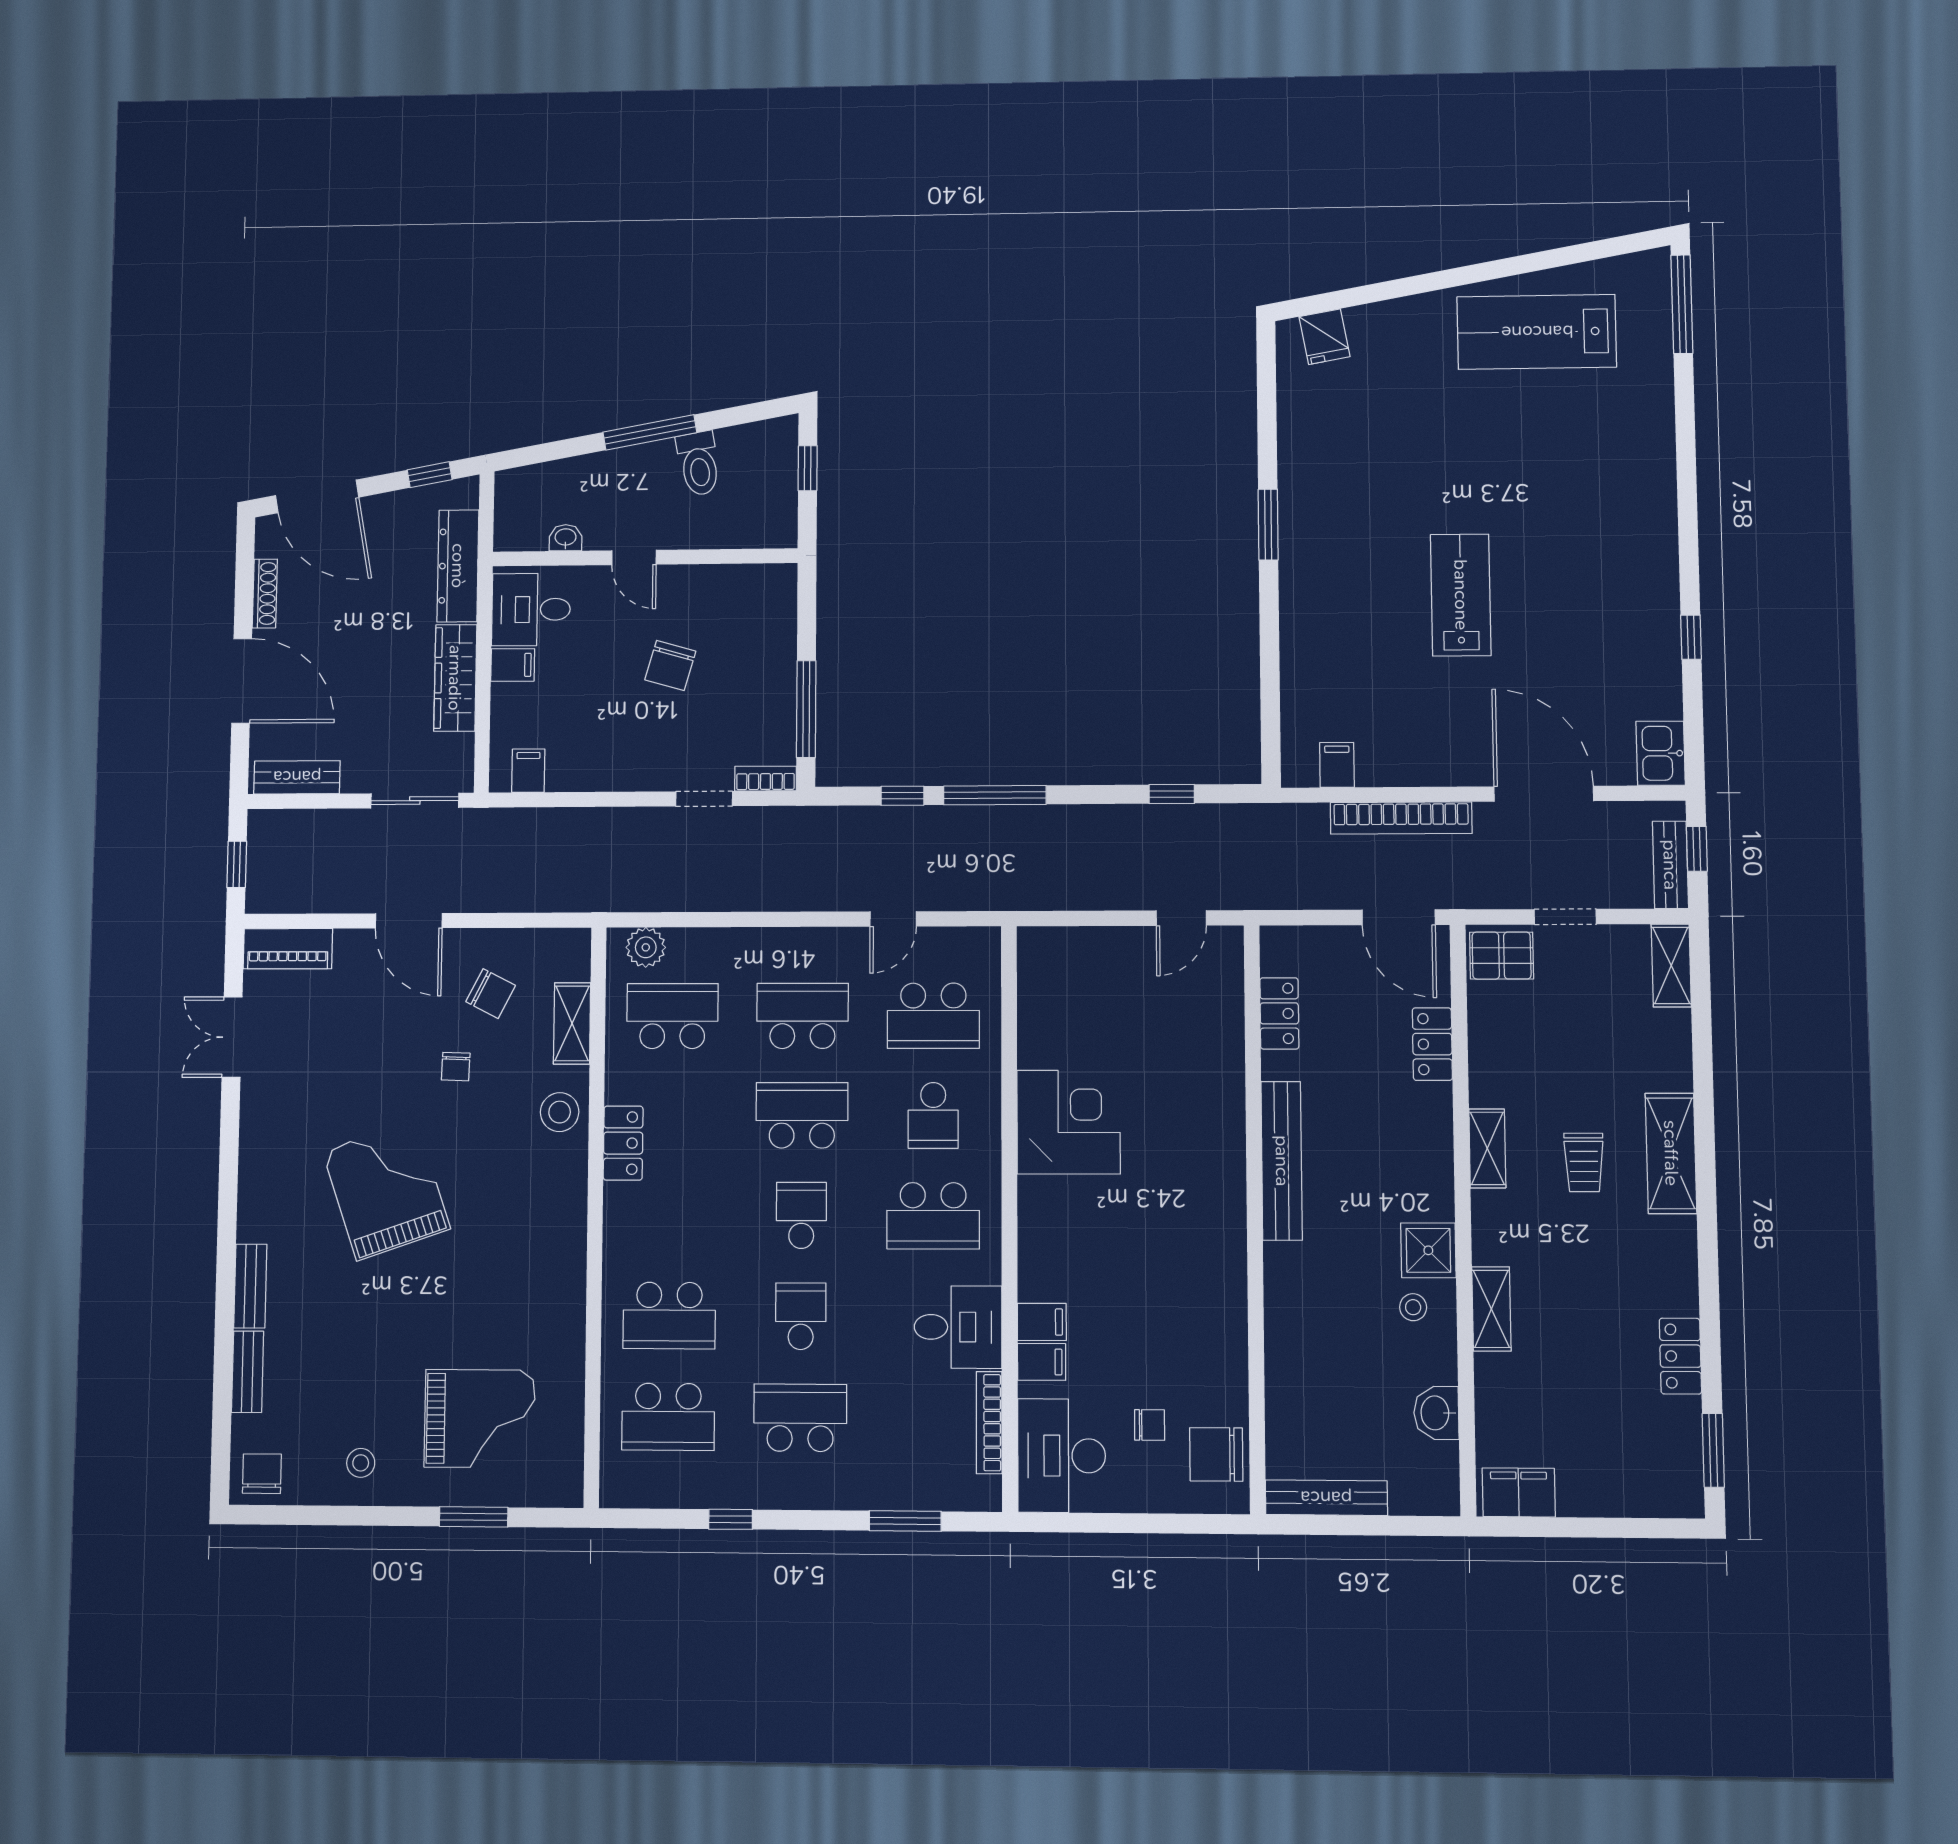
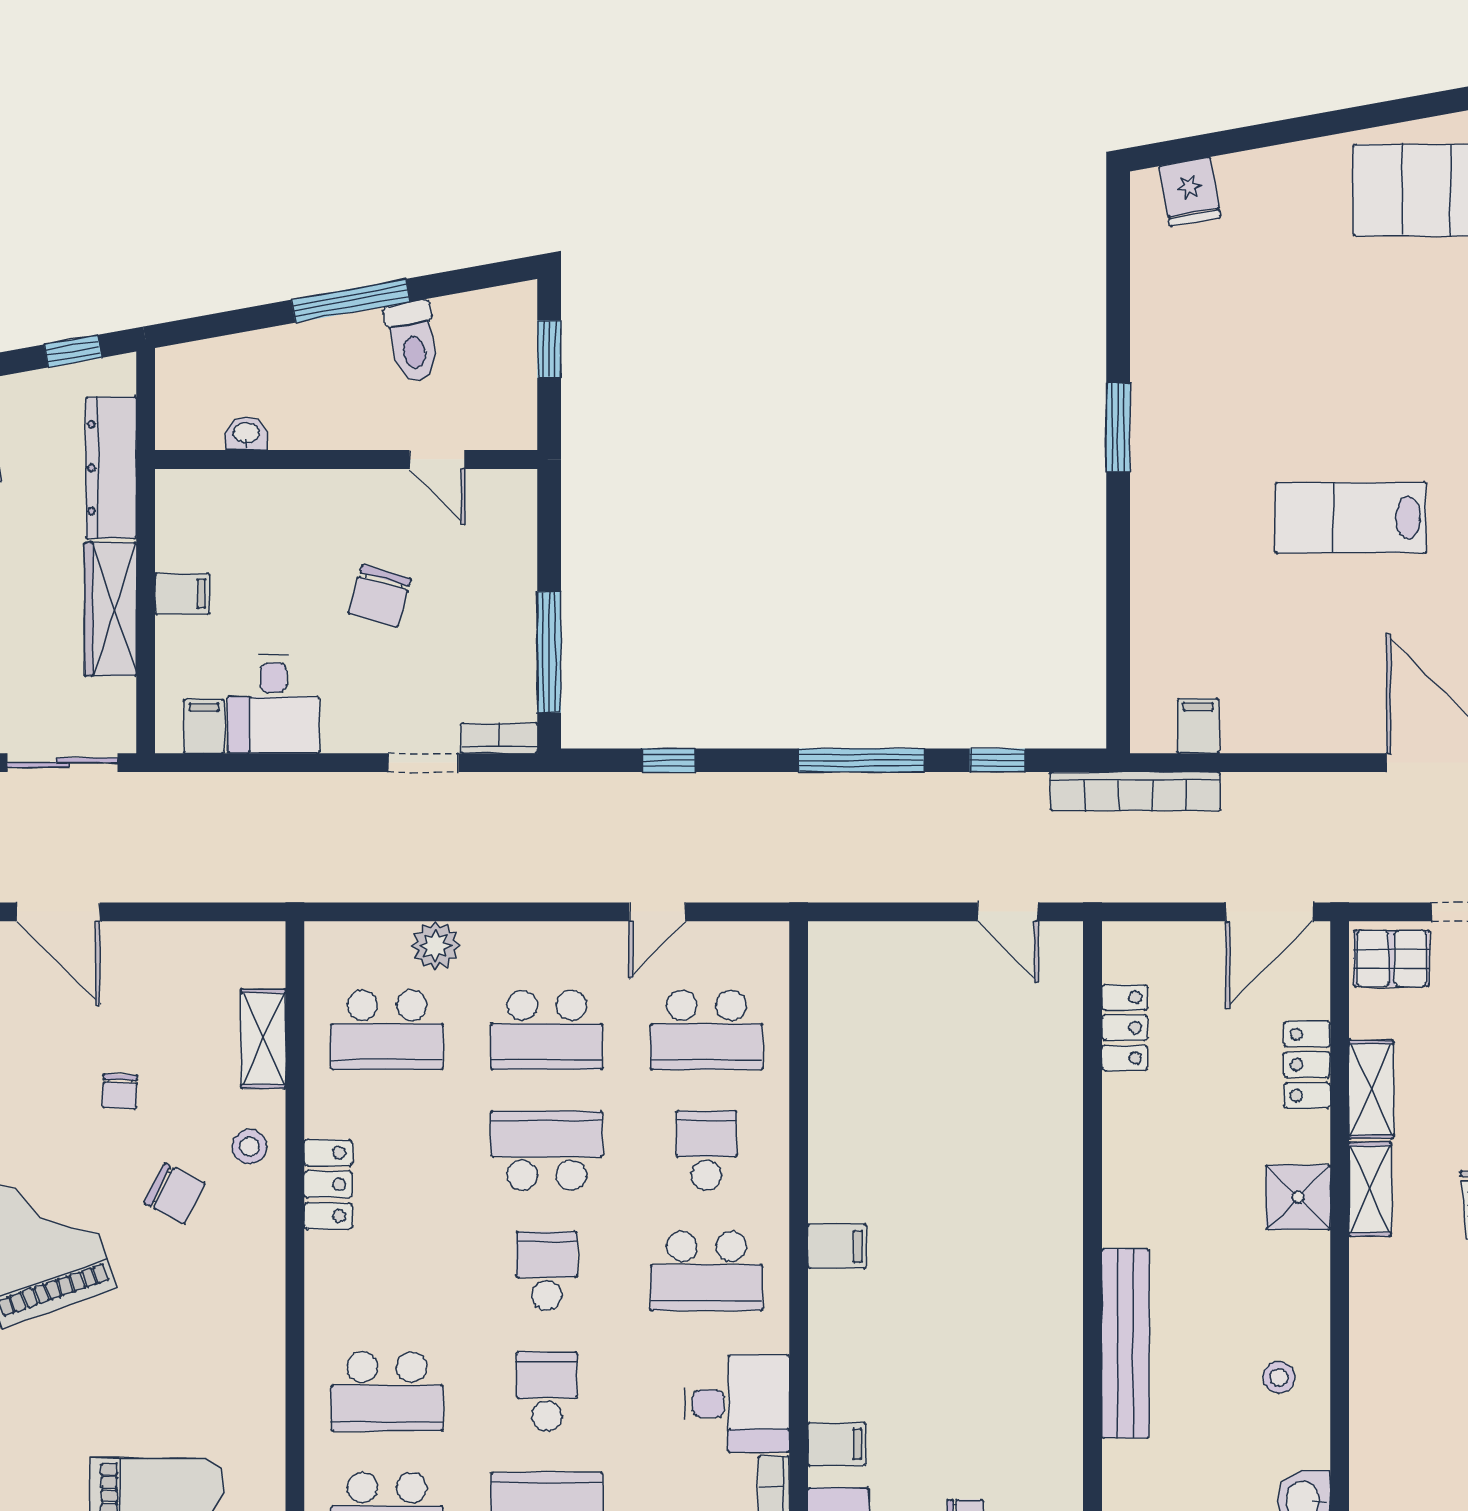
door: (634, 557) -> (437, 459), moved
lab bench: (1461, 595) -> (1351, 518), turned -90
desk: (531, 609) -> (274, 704), moved, turned -90
window: (995, 795) -> (862, 760), moved
bookcase: (1401, 818) -> (1135, 791), moved
door: (1399, 917) -> (1269, 912), hinge flipped
door: (1181, 918) -> (1008, 912), hinge flipped
plant: (646, 947) -> (435, 946), moved
chair: (491, 994) -> (174, 1193), moved
school desk: (672, 1016) -> (387, 1030), turned 180
school desk: (802, 1016) -> (547, 1030), turned 180
stool: (560, 1112) -> (249, 1147), width x0.73, depth x0.73
school desk: (933, 1115) -> (706, 1150), turned 180
corner desk: (1069, 1122) -> (870, 1158), removed
bench: (1282, 1161) -> (1125, 1343), moved
shower: (1428, 1250) -> (1298, 1197), moved
shelving: (1491, 1309) -> (1371, 1089), moved
filing cabinet: (1042, 1322) -> (837, 1246), moved

